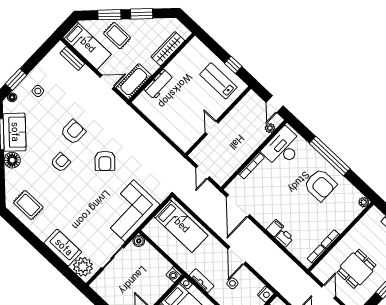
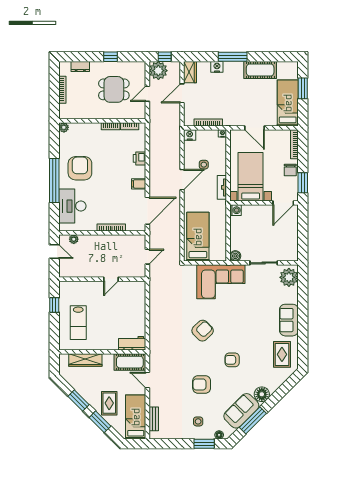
lab bench: (218, 81) -> (78, 323), moved
workbench: (159, 84) -> (132, 343), moved
door: (275, 104) -> (54, 251), hinge flipped
armchair: (73, 132) -> (202, 384), moved
desk: (283, 148) -> (72, 206), moved, turned 90
filing cabinet: (275, 228) -> (139, 184), moved
sofa: (63, 248) -> (289, 320), moved

